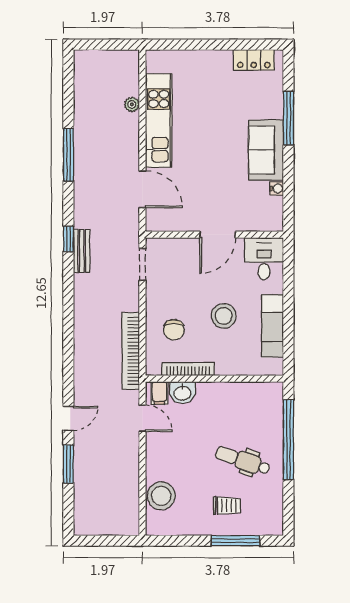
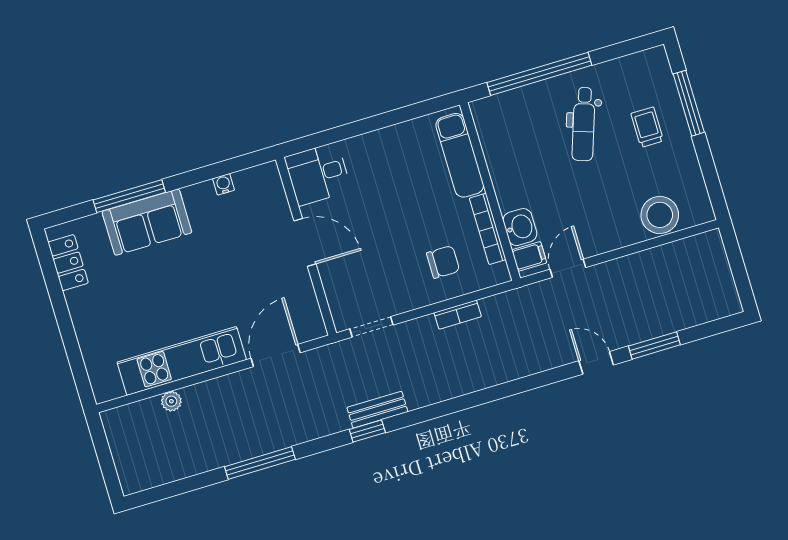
sofa: (266, 150) -> (147, 222), moved
stool: (224, 316) -> (406, 204), removed
exam couch: (273, 326) -> (460, 155), moved, turned 90
bookcase: (131, 351) -> (458, 315), width x0.43, depth x0.76

